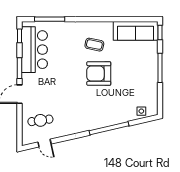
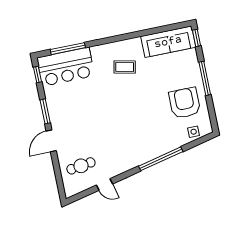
bar counter: (35, 50) -> (66, 67), moved, turned 90
armchair: (99, 74) -> (185, 103), moved, turned 90
door: (44, 143) -> (105, 184), moved

